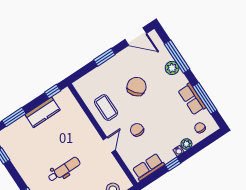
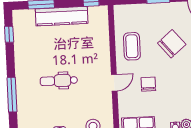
kitchen counter: (43, 112) -> (62, 16), width x1.50
dental chair: (64, 169) -> (59, 81), turned 180

